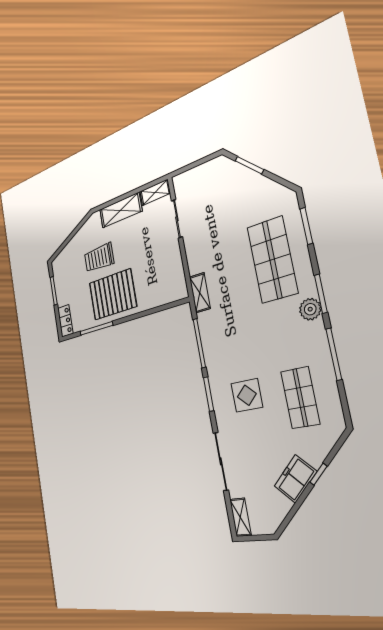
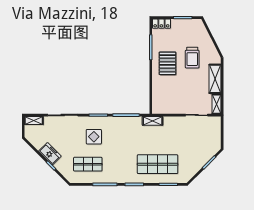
trolley: (99, 258) -> (192, 58), turned 180
pallet: (113, 295) -> (168, 63), width x0.73, depth x0.71
plant: (310, 309) -> (128, 178), removed

